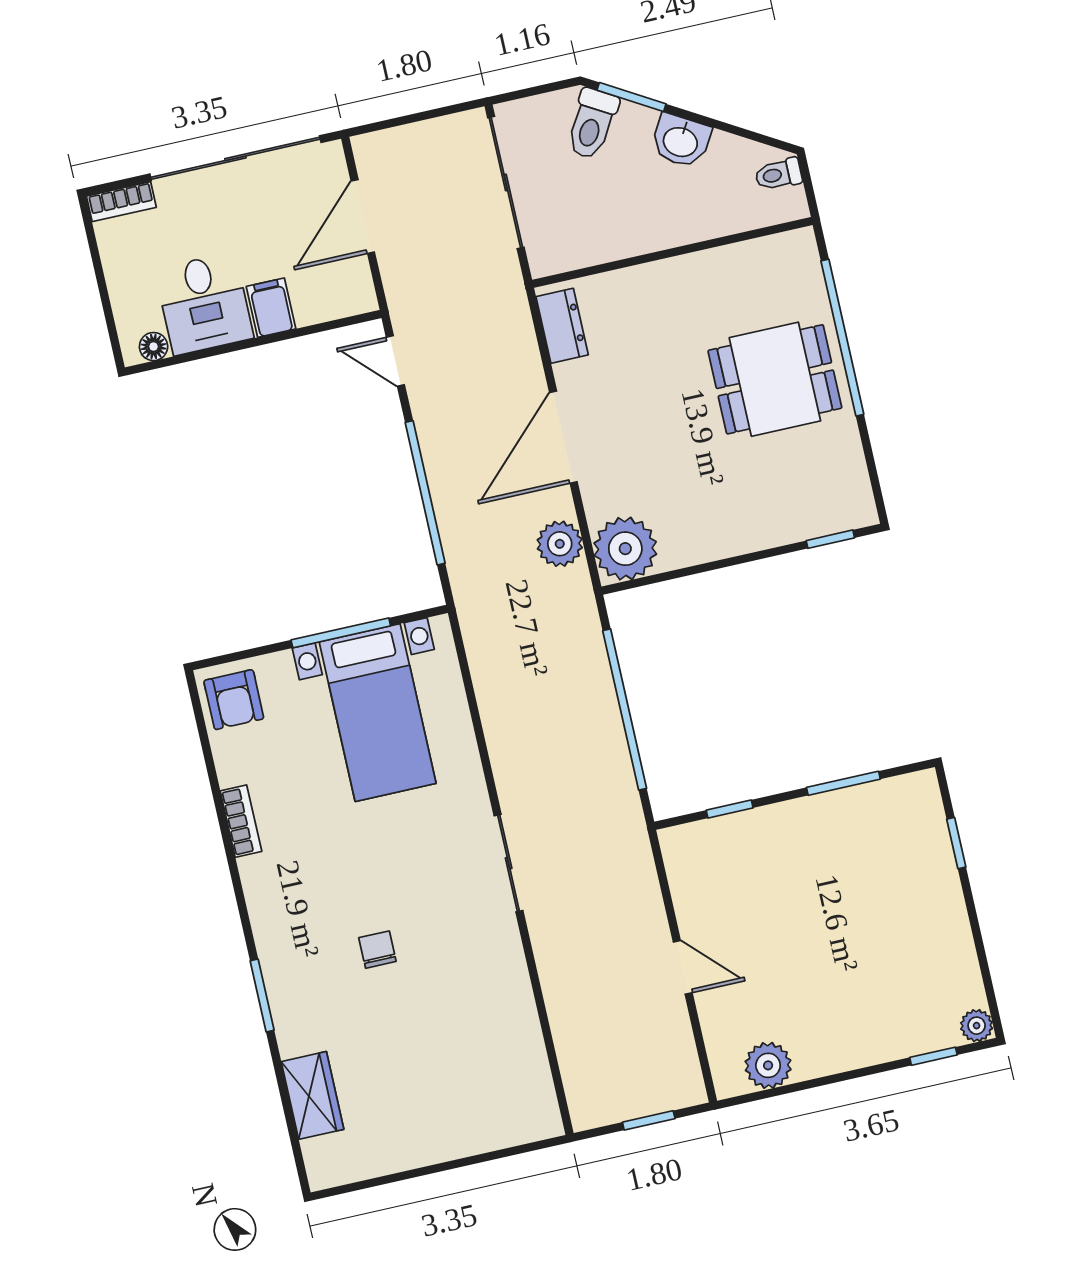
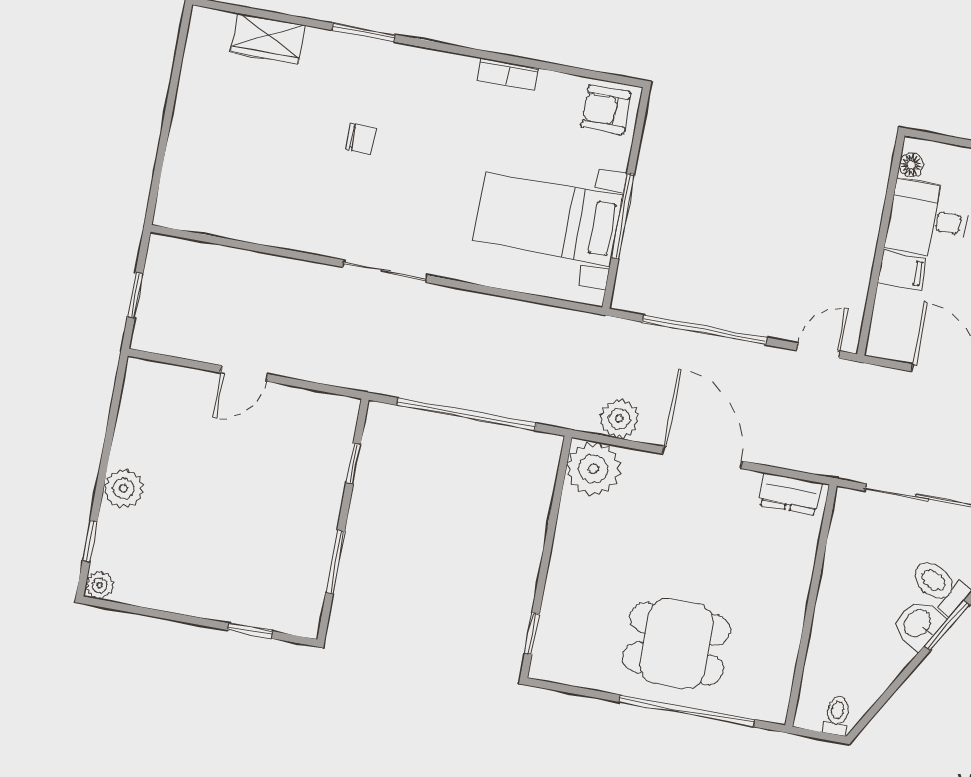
washbasin: (681, 141) -> (918, 624), moved
dining table: (775, 379) -> (677, 644), turned 90
plant: (768, 1065) -> (123, 488), moved

